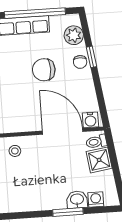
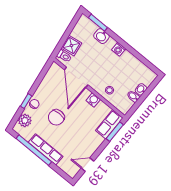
chair: (44, 70) -> (56, 117), turned 90
water cooler: (90, 120) -> (93, 100), moved
washing machine: (96, 199) -> (119, 49), moved
window: (68, 212) -> (98, 23), moved

